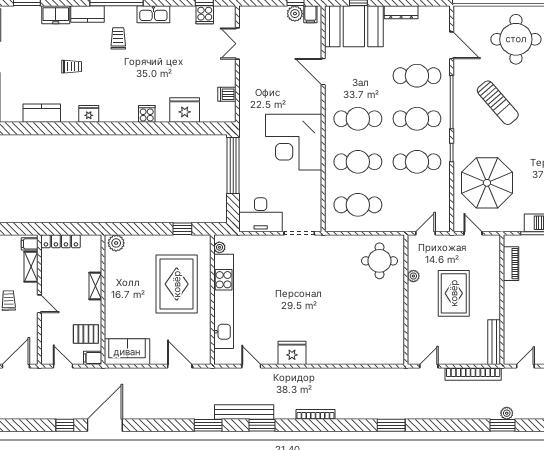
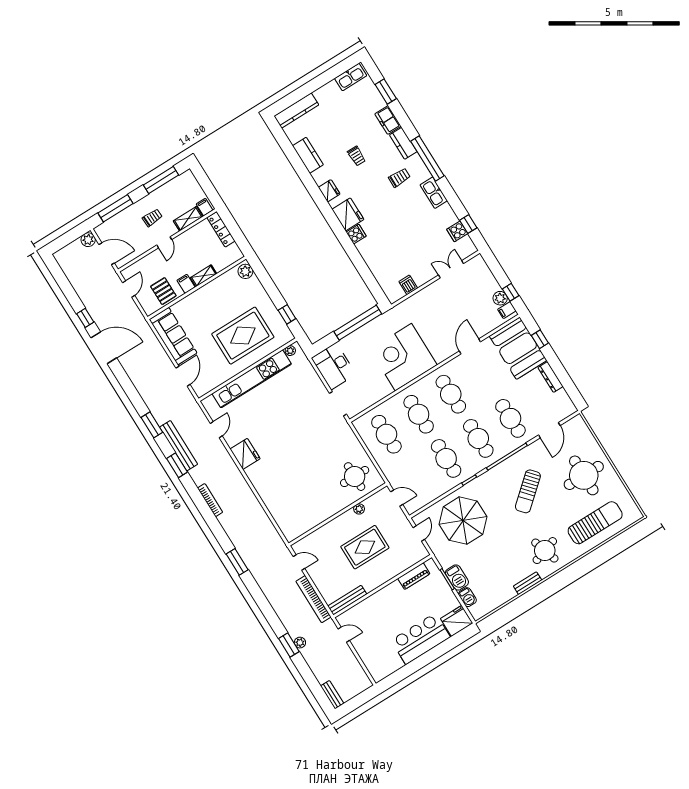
fridge: (185, 110) -> (348, 214), moved
sofa: (127, 352) -> (173, 336), width x1.36
filing cabinet: (93, 358) -> (186, 284), moved

